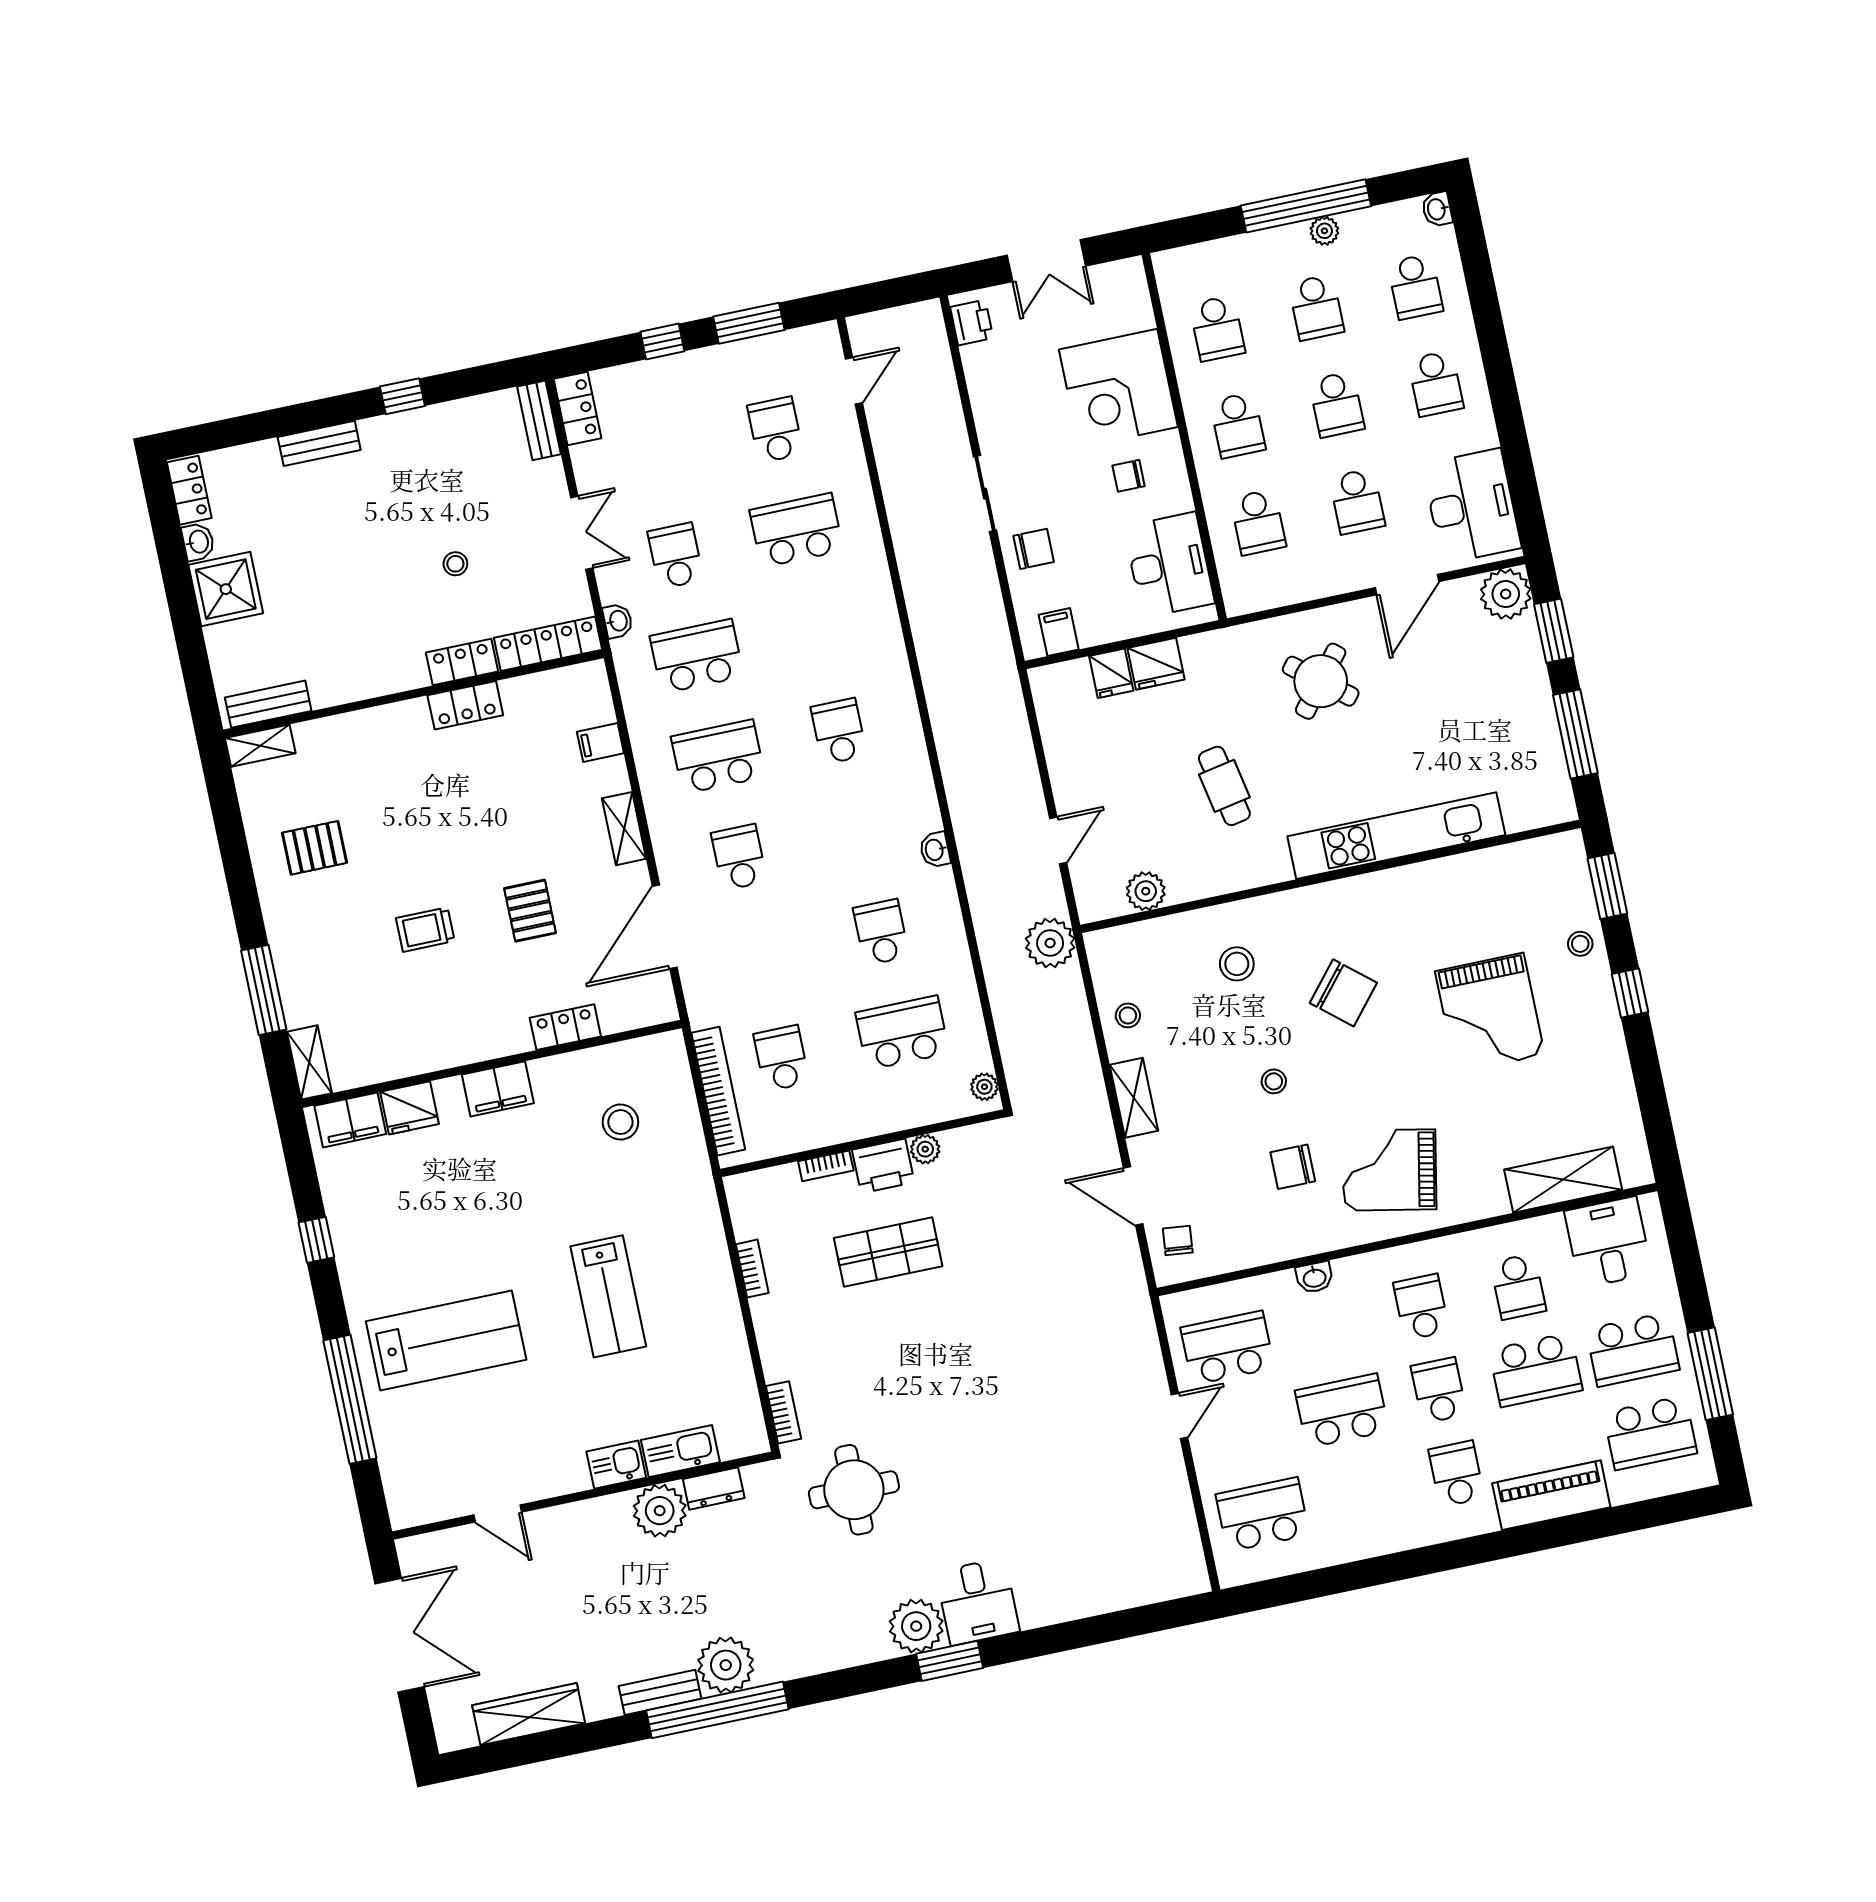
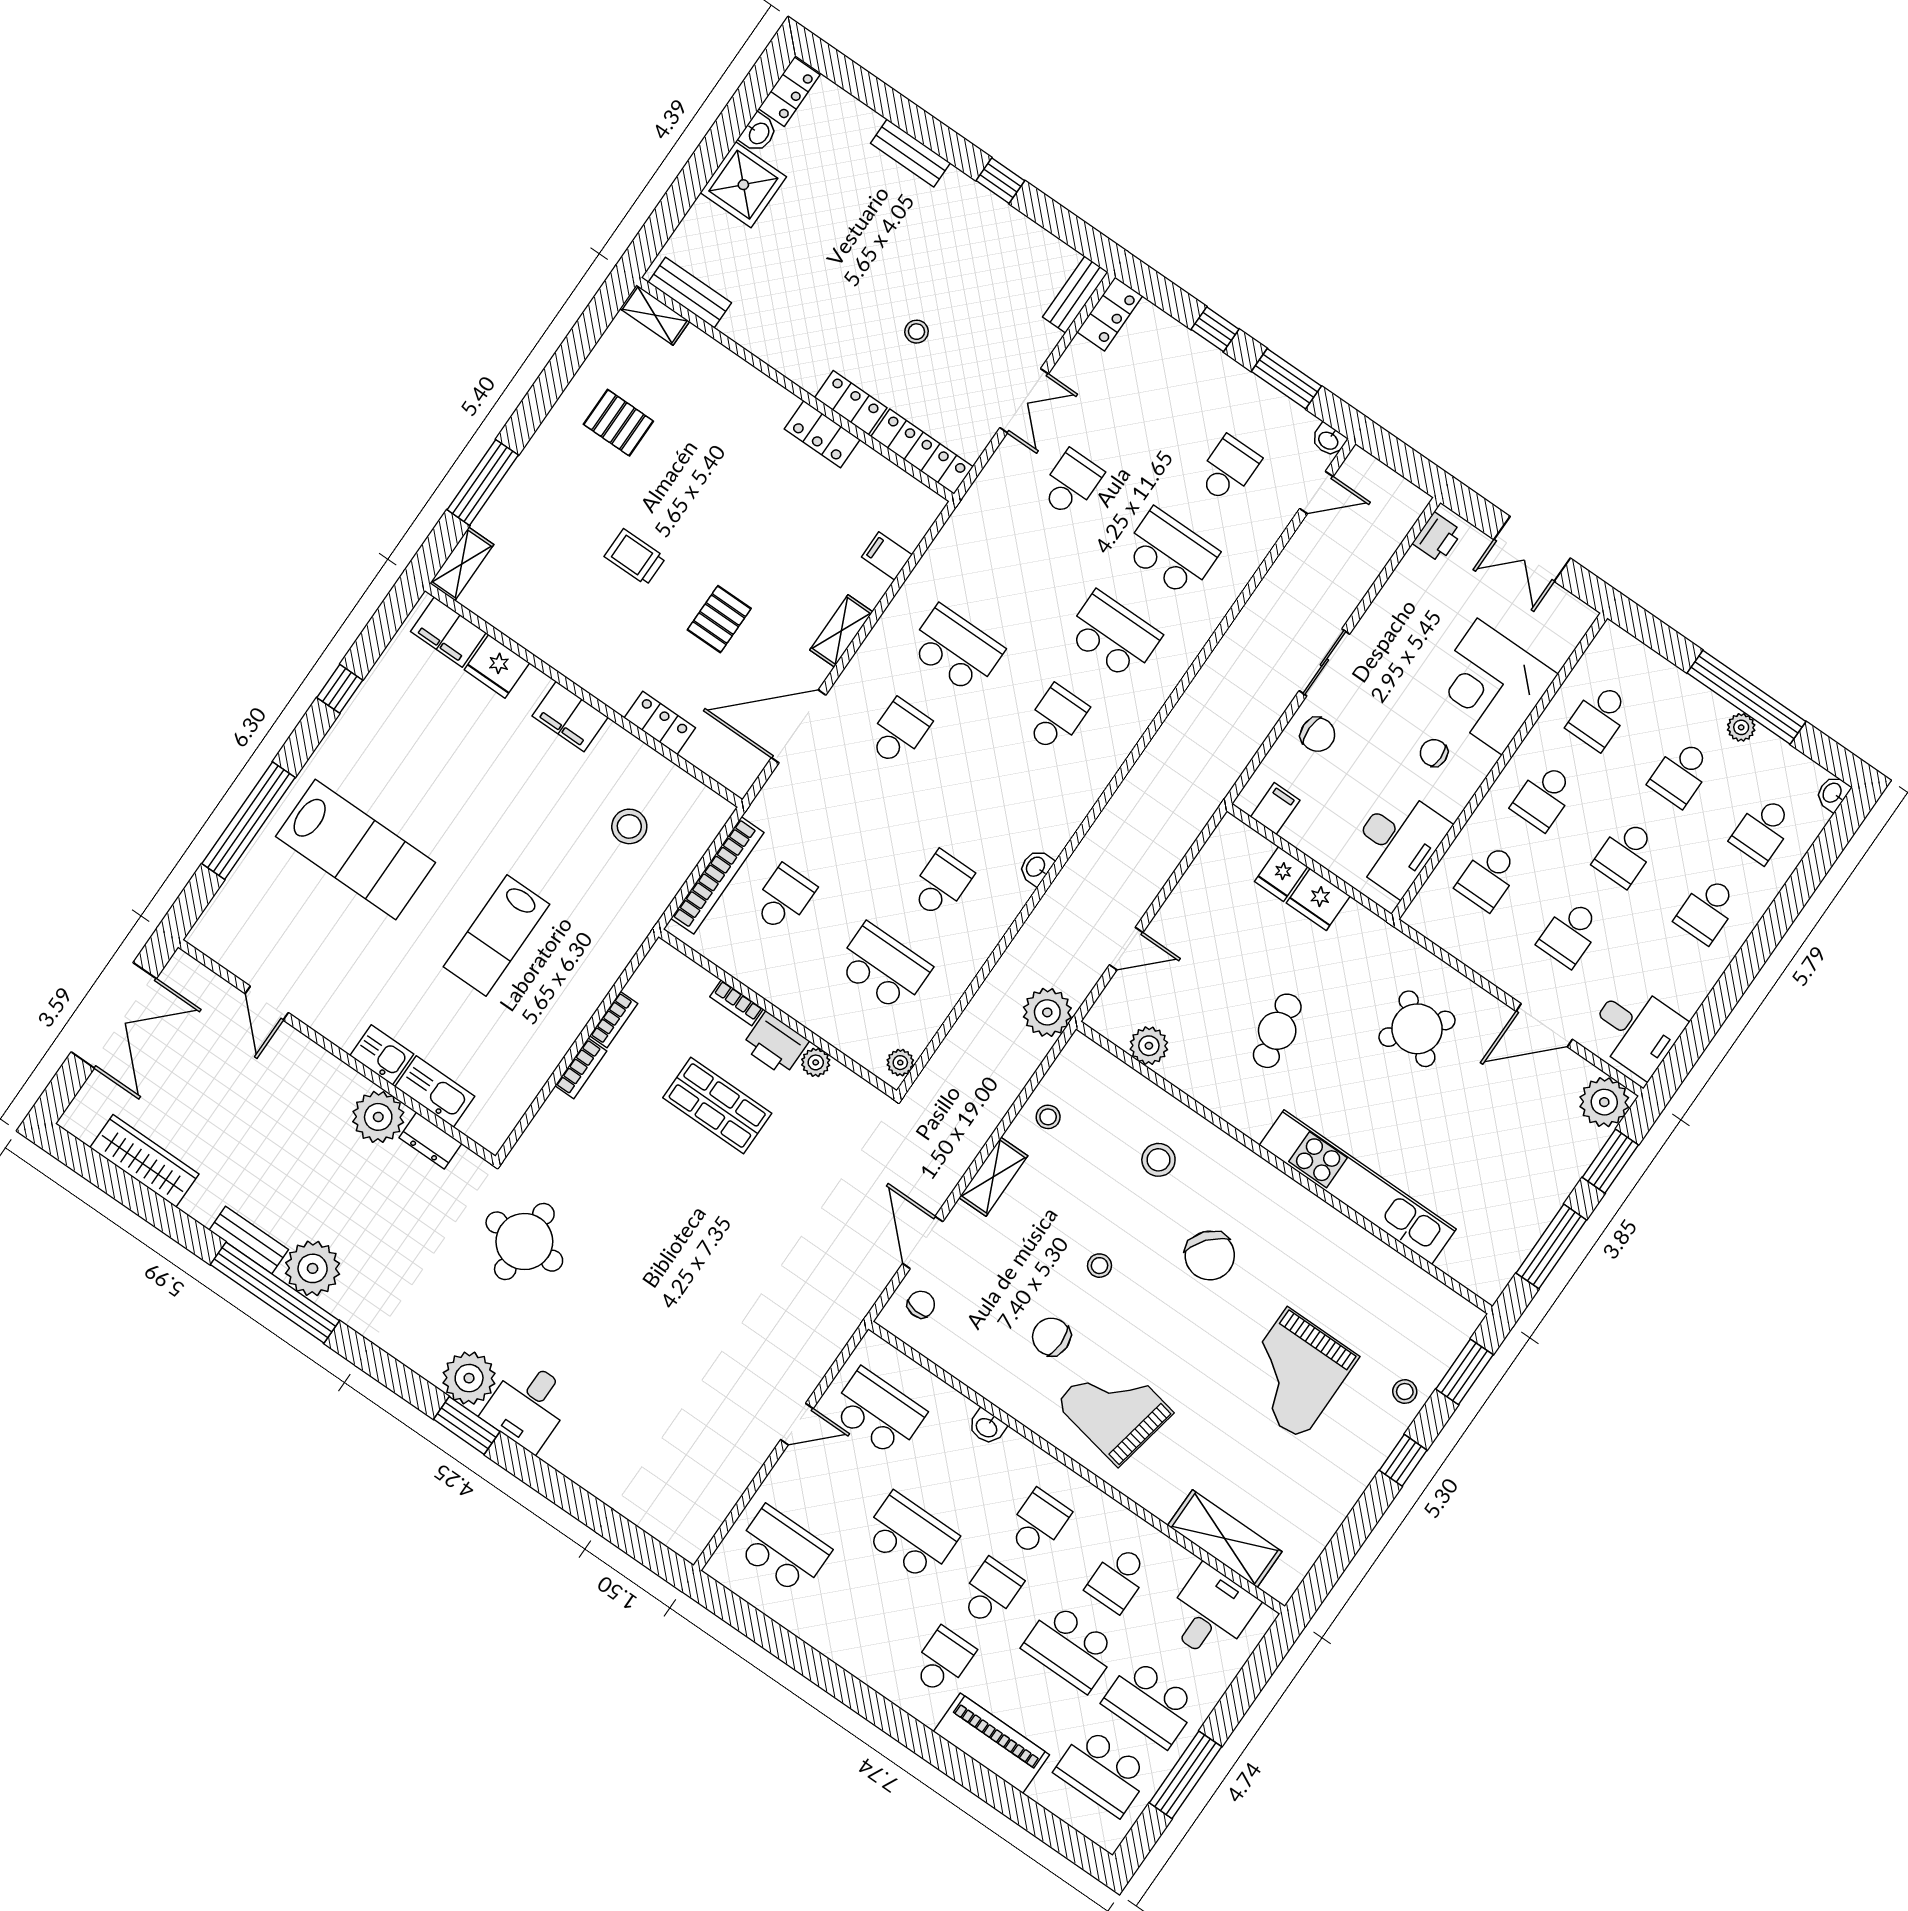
desk: (1472, 506) -> (1636, 1030), width x0.73
washbasin: (618, 621) -> (1329, 440), moved, turned 90
school desk: (697, 656) -> (1113, 635), moved
bookcase: (783, 1412) -> (581, 1068), moved

